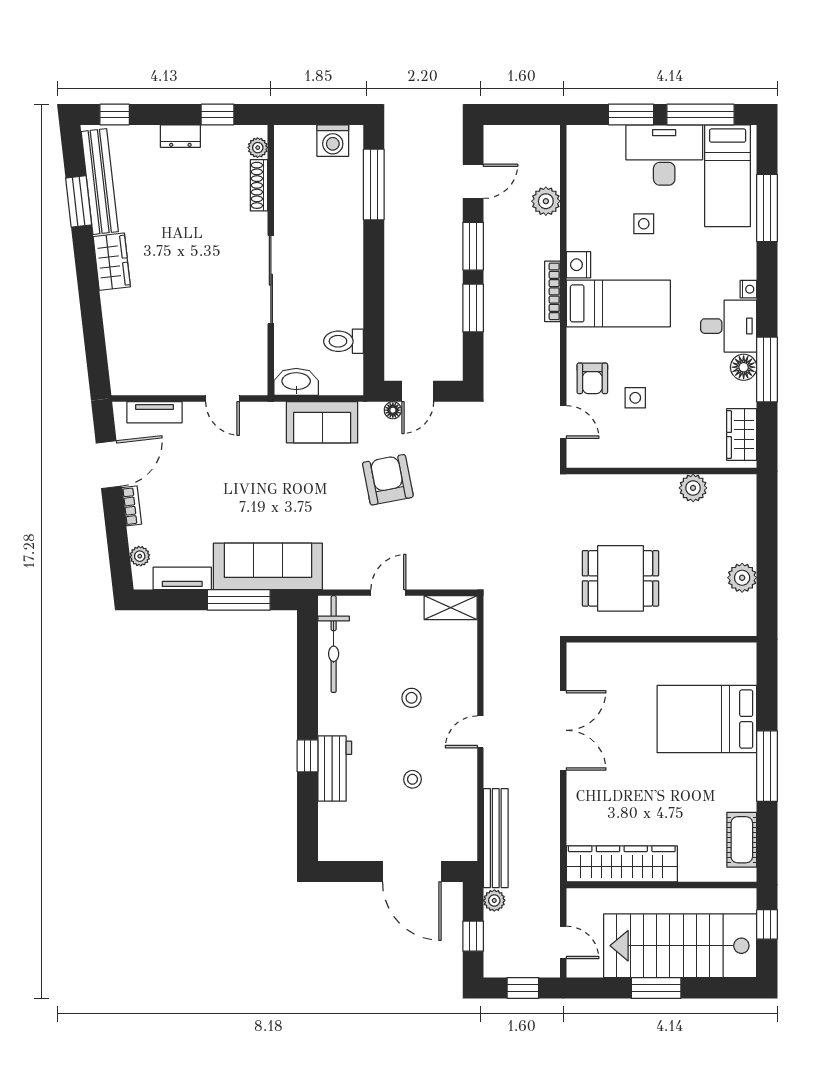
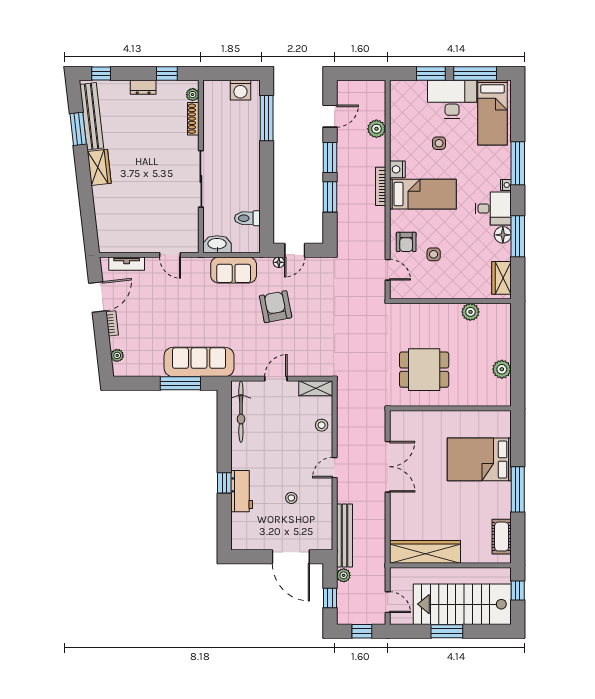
window: (767, 208) -> (518, 163), moved
tv unit: (182, 578) -> (144, 370), removed
stool: (412, 698) -> (322, 425), moved

